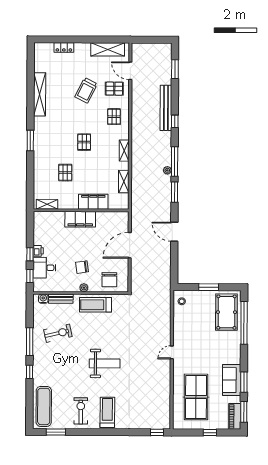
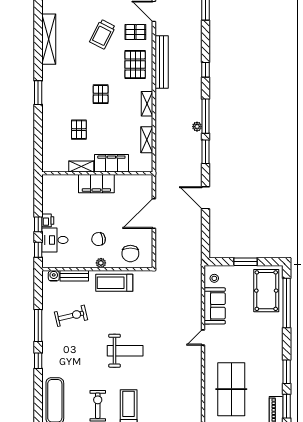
bench: (166, 108) -> (162, 62), moved
pallet: (114, 117) -> (135, 65), width x1.50, depth x1.42
shelving: (47, 204) -> (81, 166), moved
sofa: (232, 380) -> (215, 306), moved, turned 180

